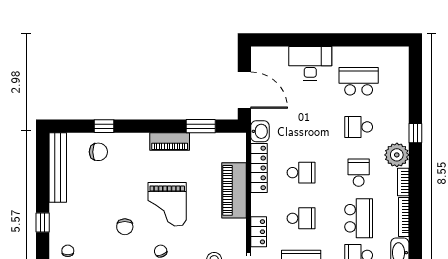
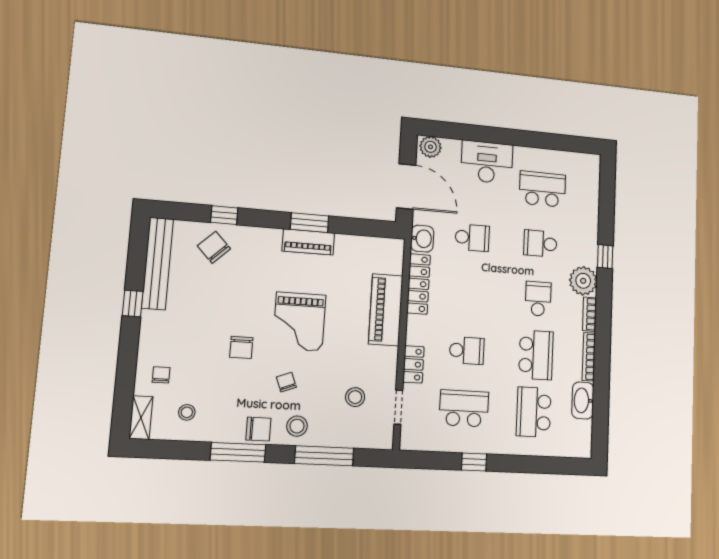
plant: (263, 55) -> (431, 147), added
window: (201, 126) -> (310, 223), moved
chair: (98, 152) -> (214, 247), turned -134
school desk: (301, 173) -> (472, 238), moved
window: (43, 223) -> (133, 304), moved

